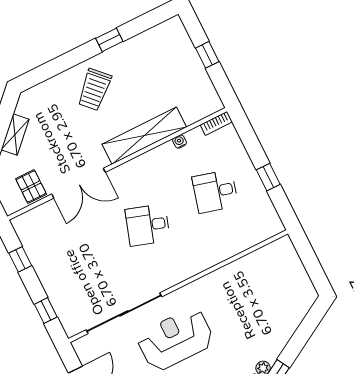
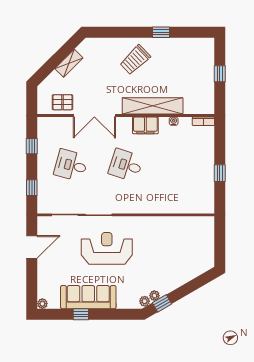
filing cabinet: (147, 164) -> (145, 125), added
pallet: (31, 186) -> (62, 102), turned 90
desk: (215, 191) -> (71, 165), moved

